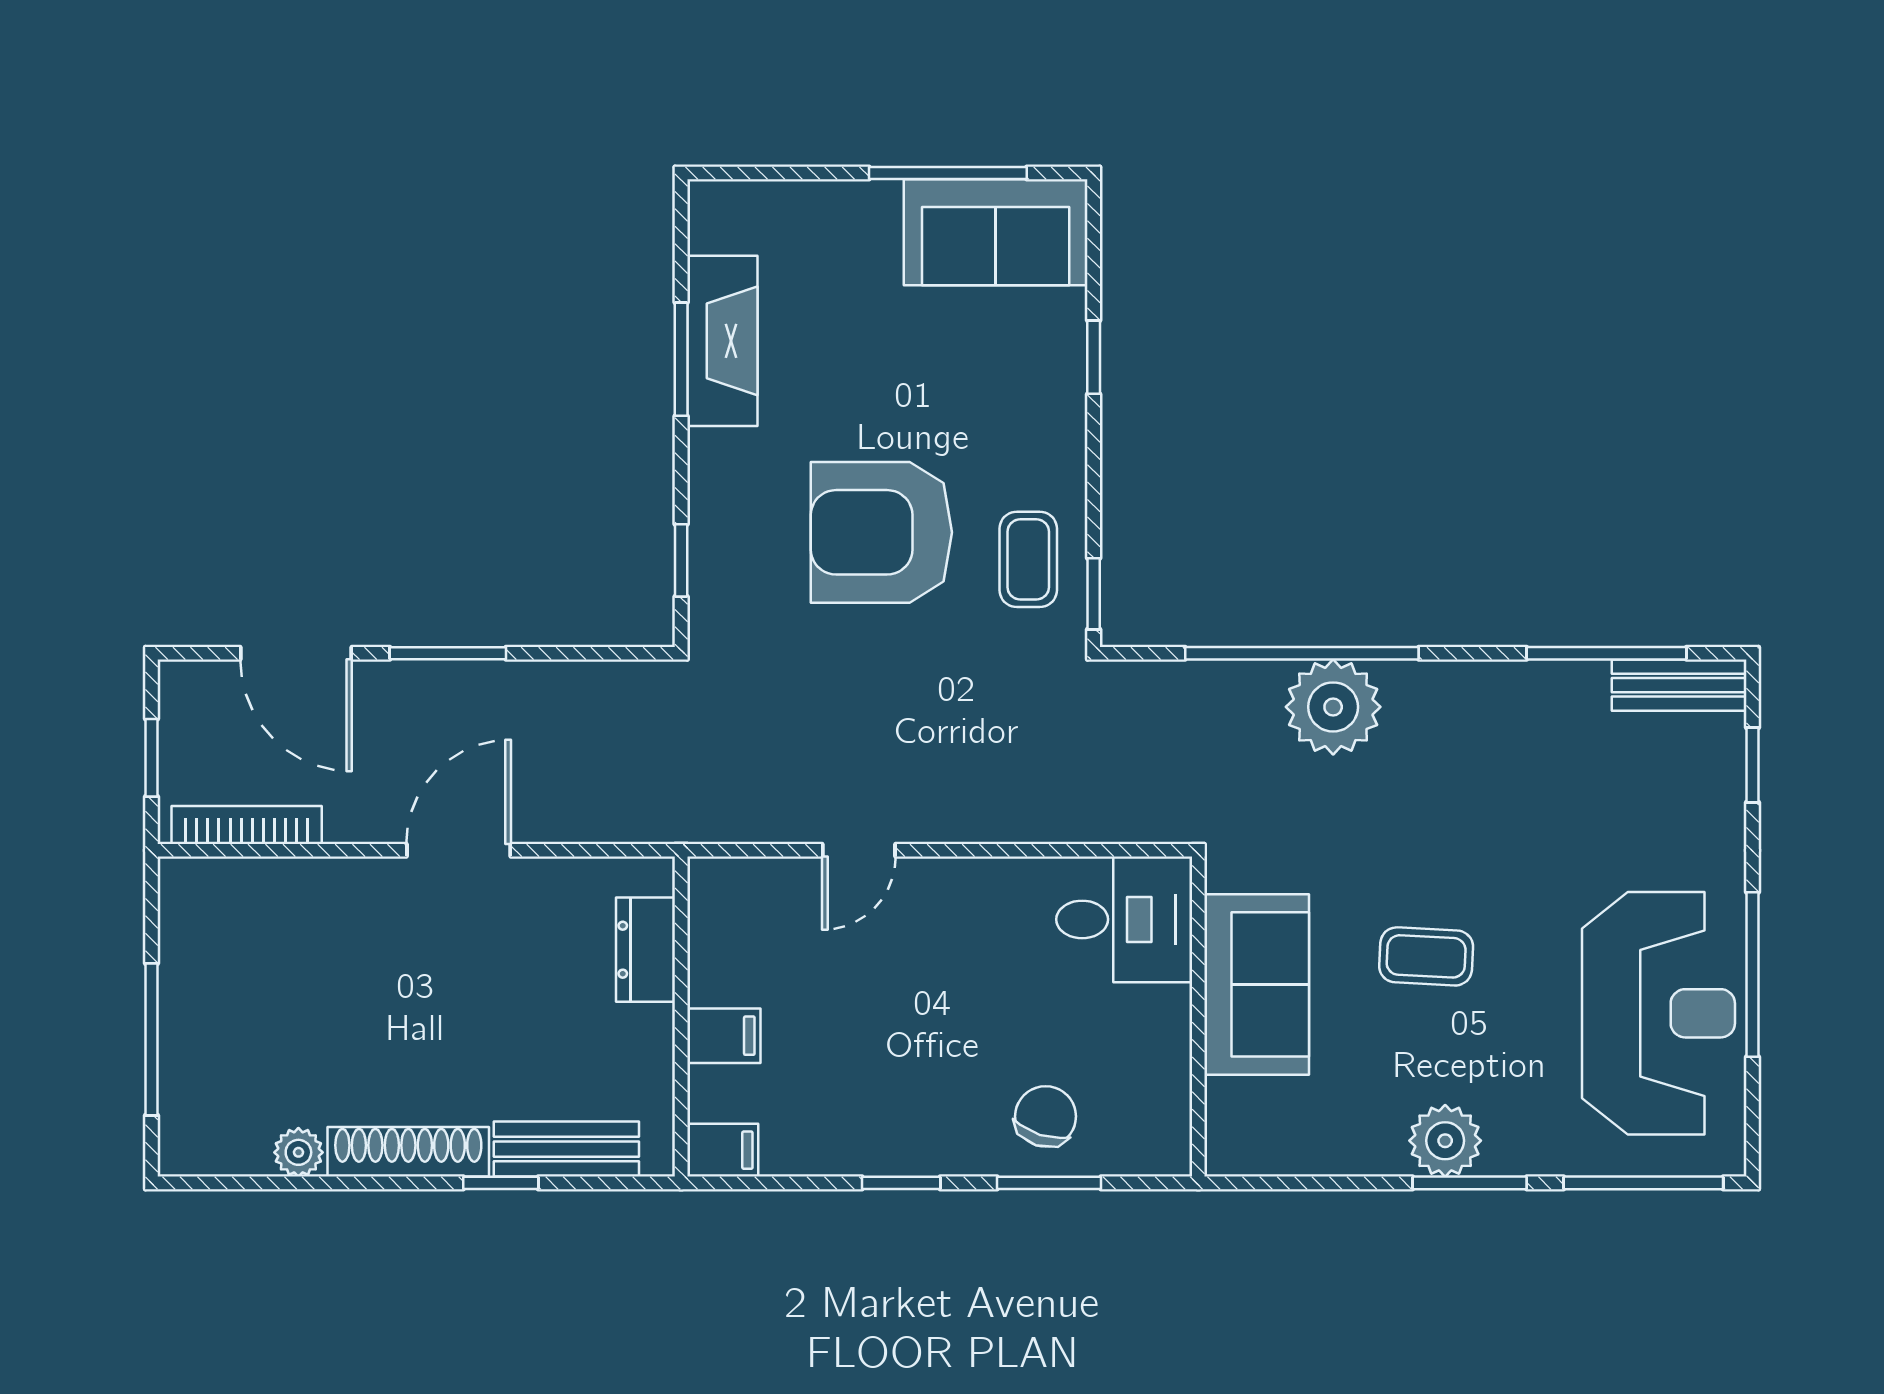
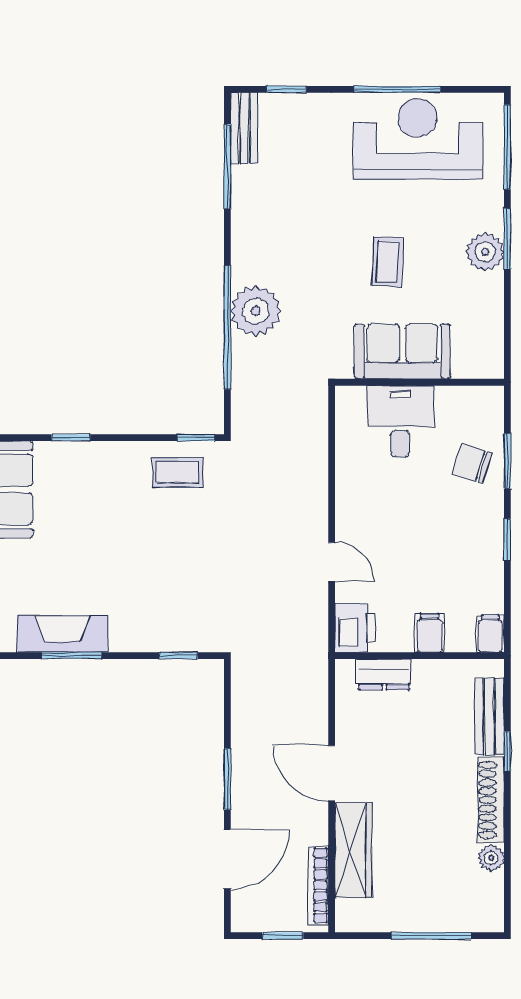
armchair: (881, 532) -> (163, 550), removed
wardrobe: (314, 891) -> (353, 850), added
printer: (733, 895) -> (355, 628), added
desk: (1124, 919) -> (400, 421), moved

